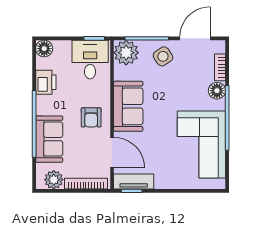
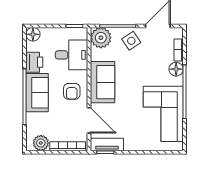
desk: (90, 60) -> (72, 55), moved, turned 90
sofa: (49, 139) -> (37, 93), moved

